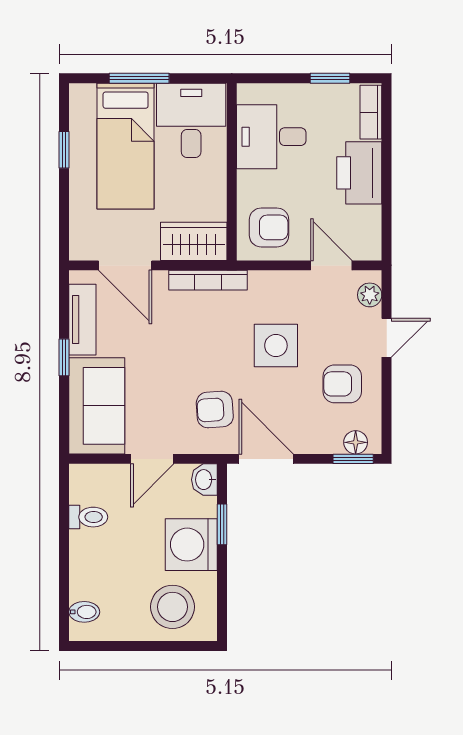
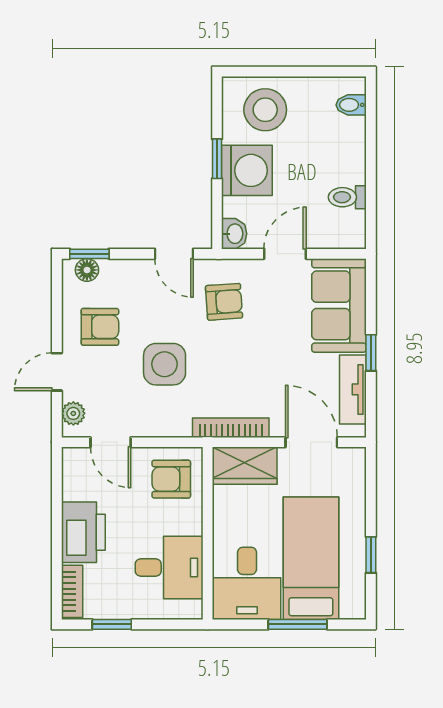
door: (266, 459) -> (174, 254), width x0.73
window: (222, 524) -> (217, 159), moved

